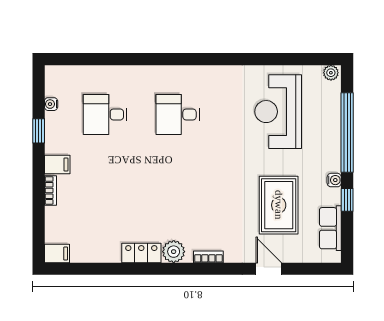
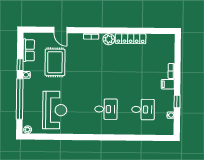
locker: (141, 253) -> (131, 39), width x1.53
filing cabinet: (57, 254) -> (168, 39), removed

